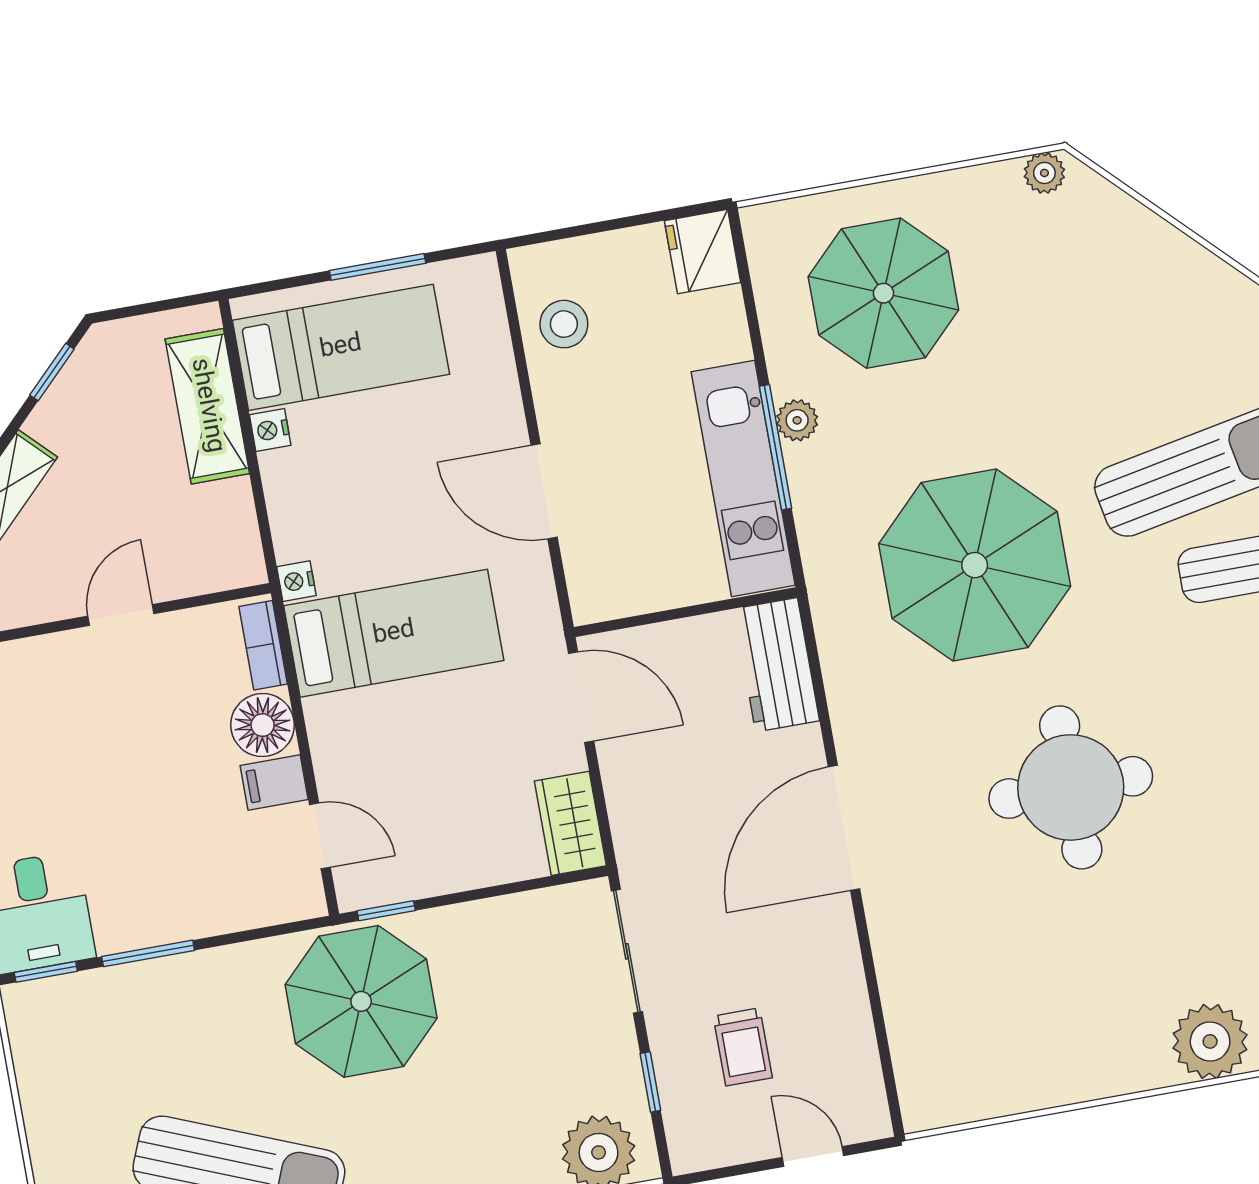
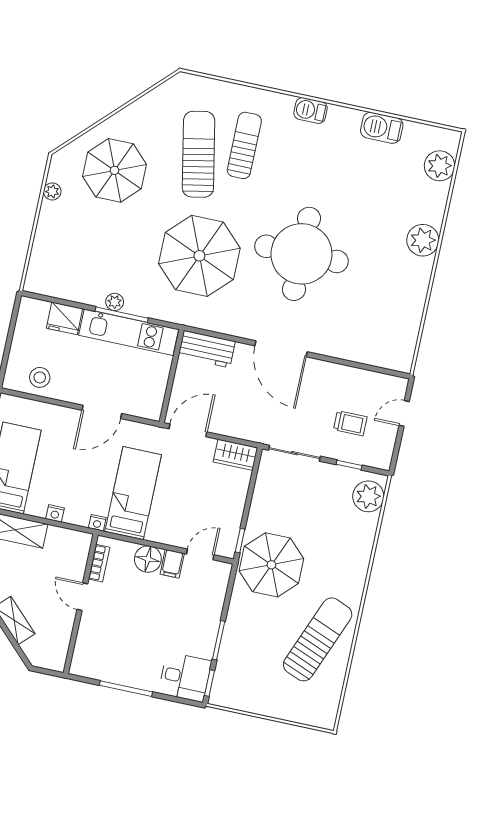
plant: (1044, 173) -> (52, 191), moved
fridge: (703, 252) -> (64, 318), moved
parasol: (883, 293) -> (114, 170), moved
nightstand: (270, 430) -> (55, 513), moved
bookcase: (263, 645) -> (99, 563), moved, turned -90
round table: (1071, 787) -> (301, 254), width x1.36, depth x1.36

